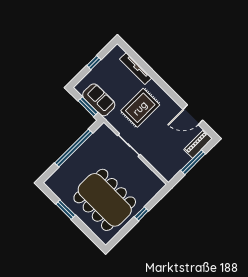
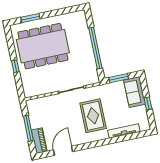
sofa: (99, 100) -> (135, 92), moved, turned 90
window: (66, 210) -> (30, 18), moved

